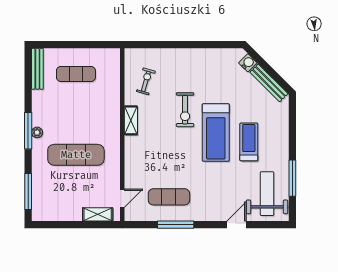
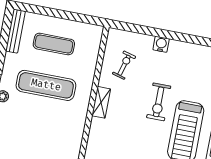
water cooler: (177, 55) -> (161, 44), added
exercise mat: (76, 155) -> (46, 85), moved

